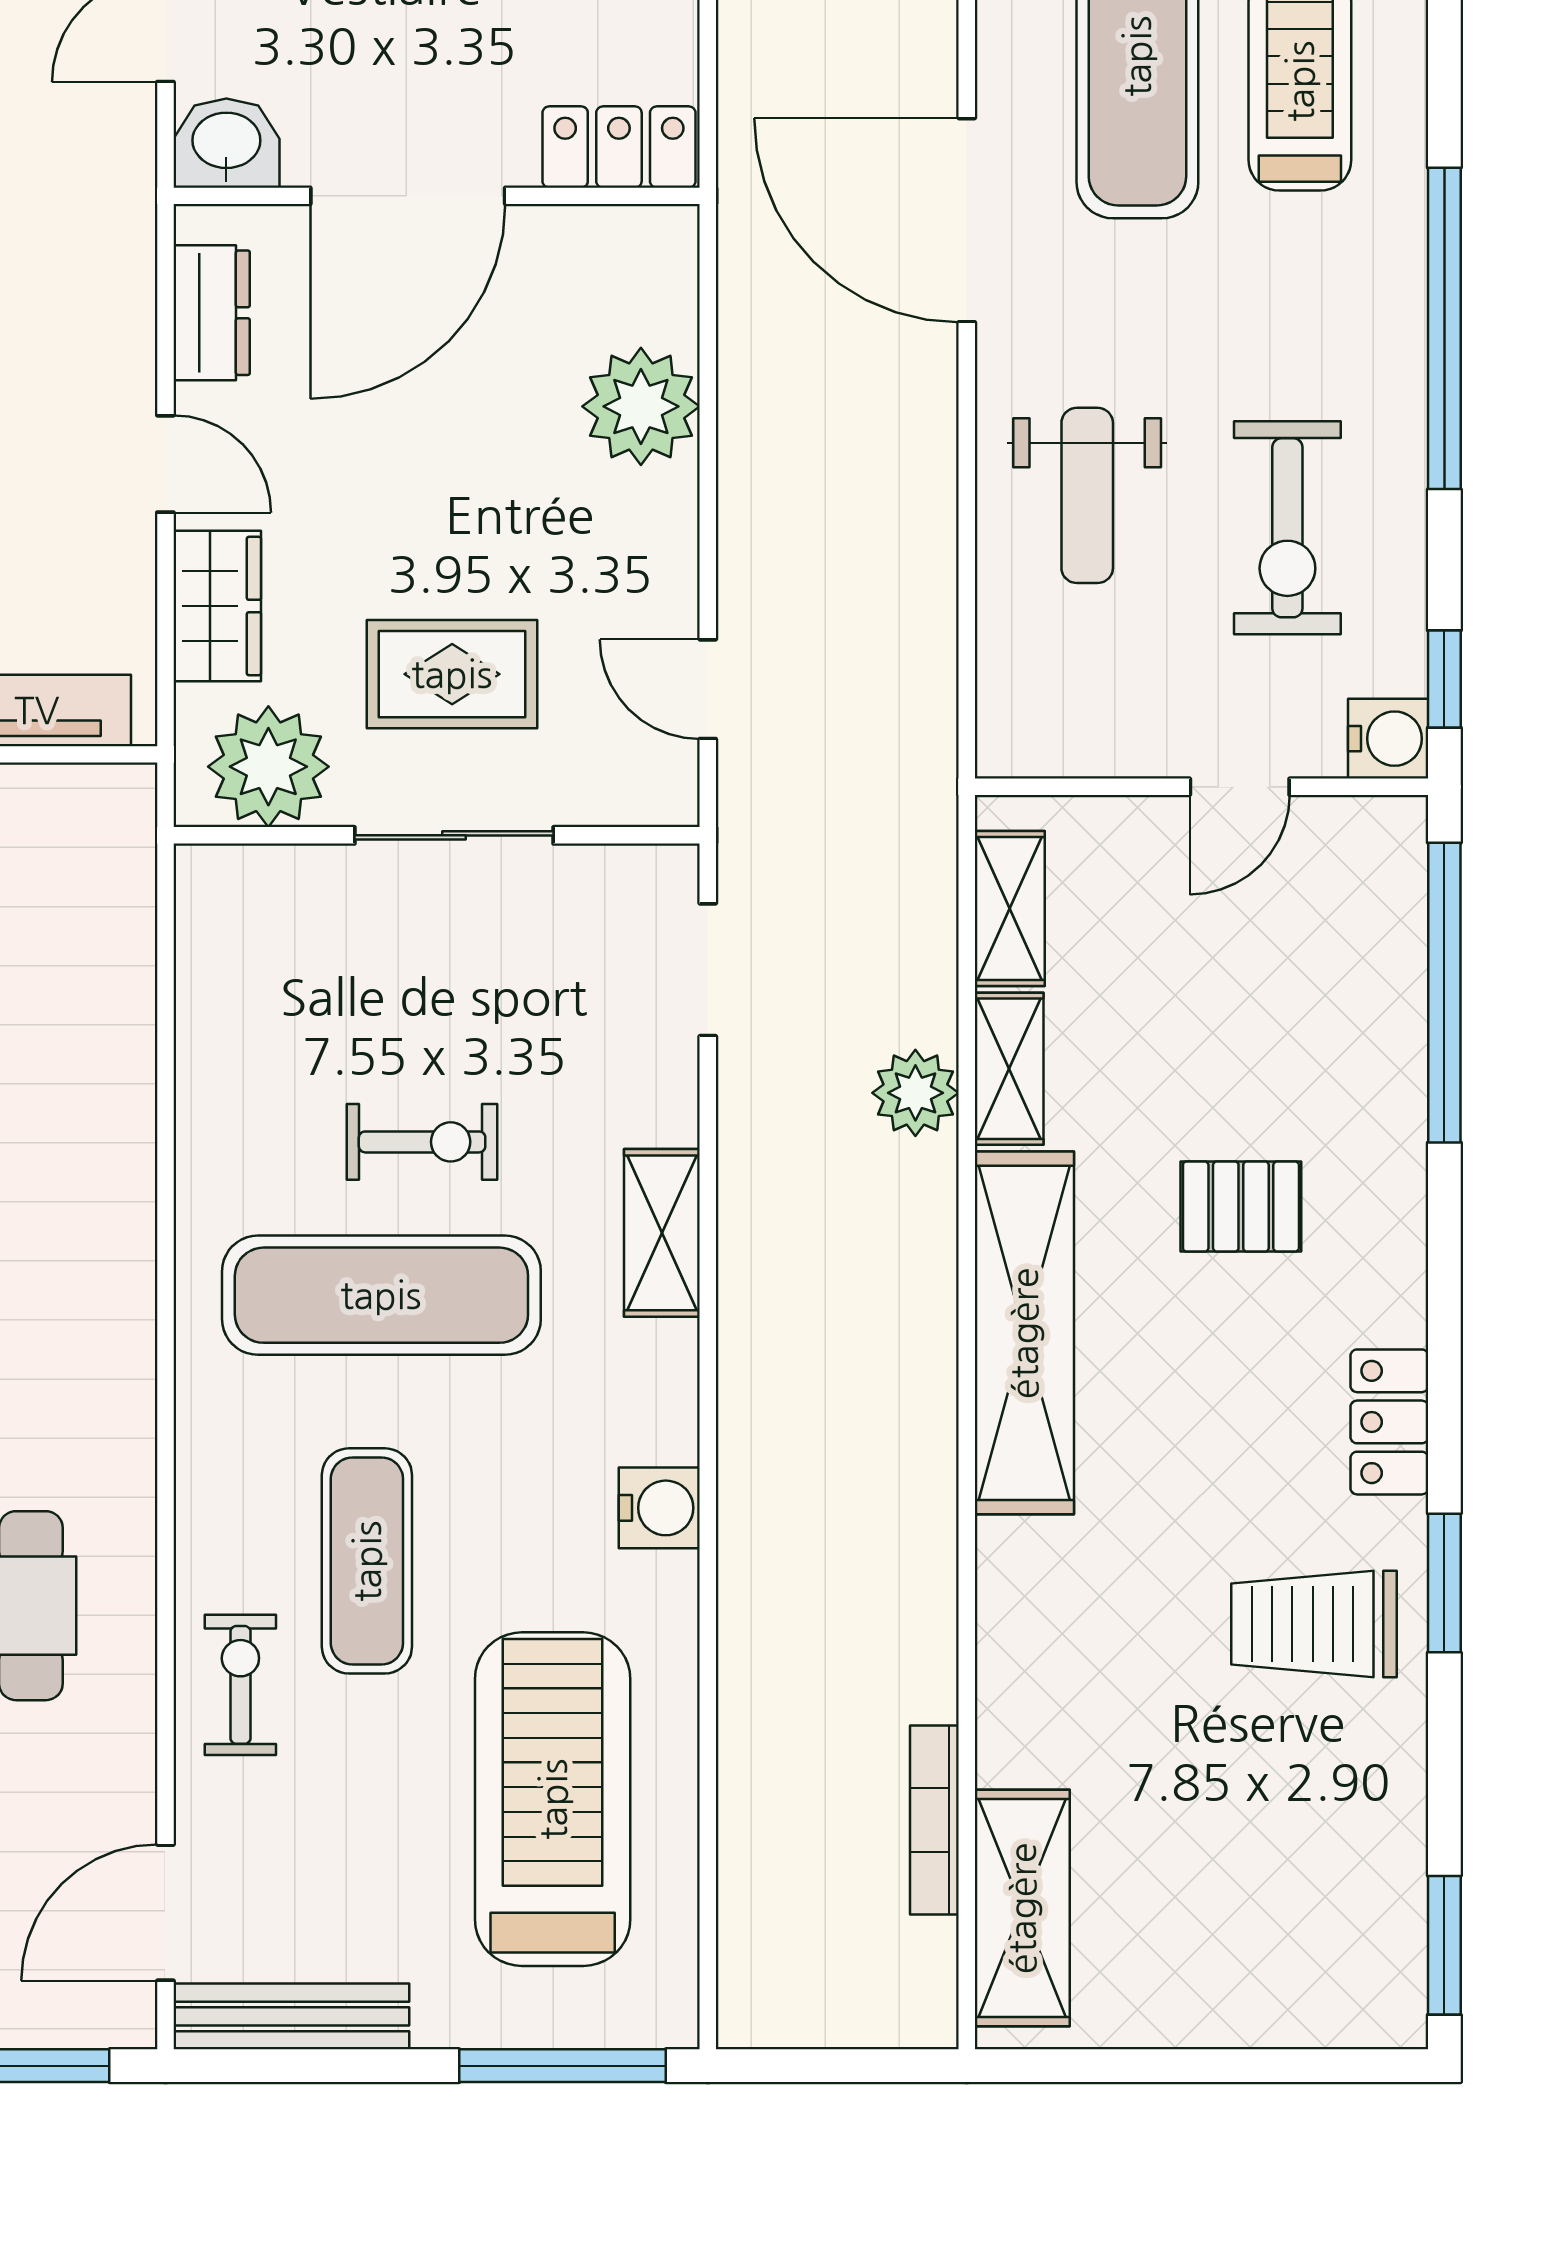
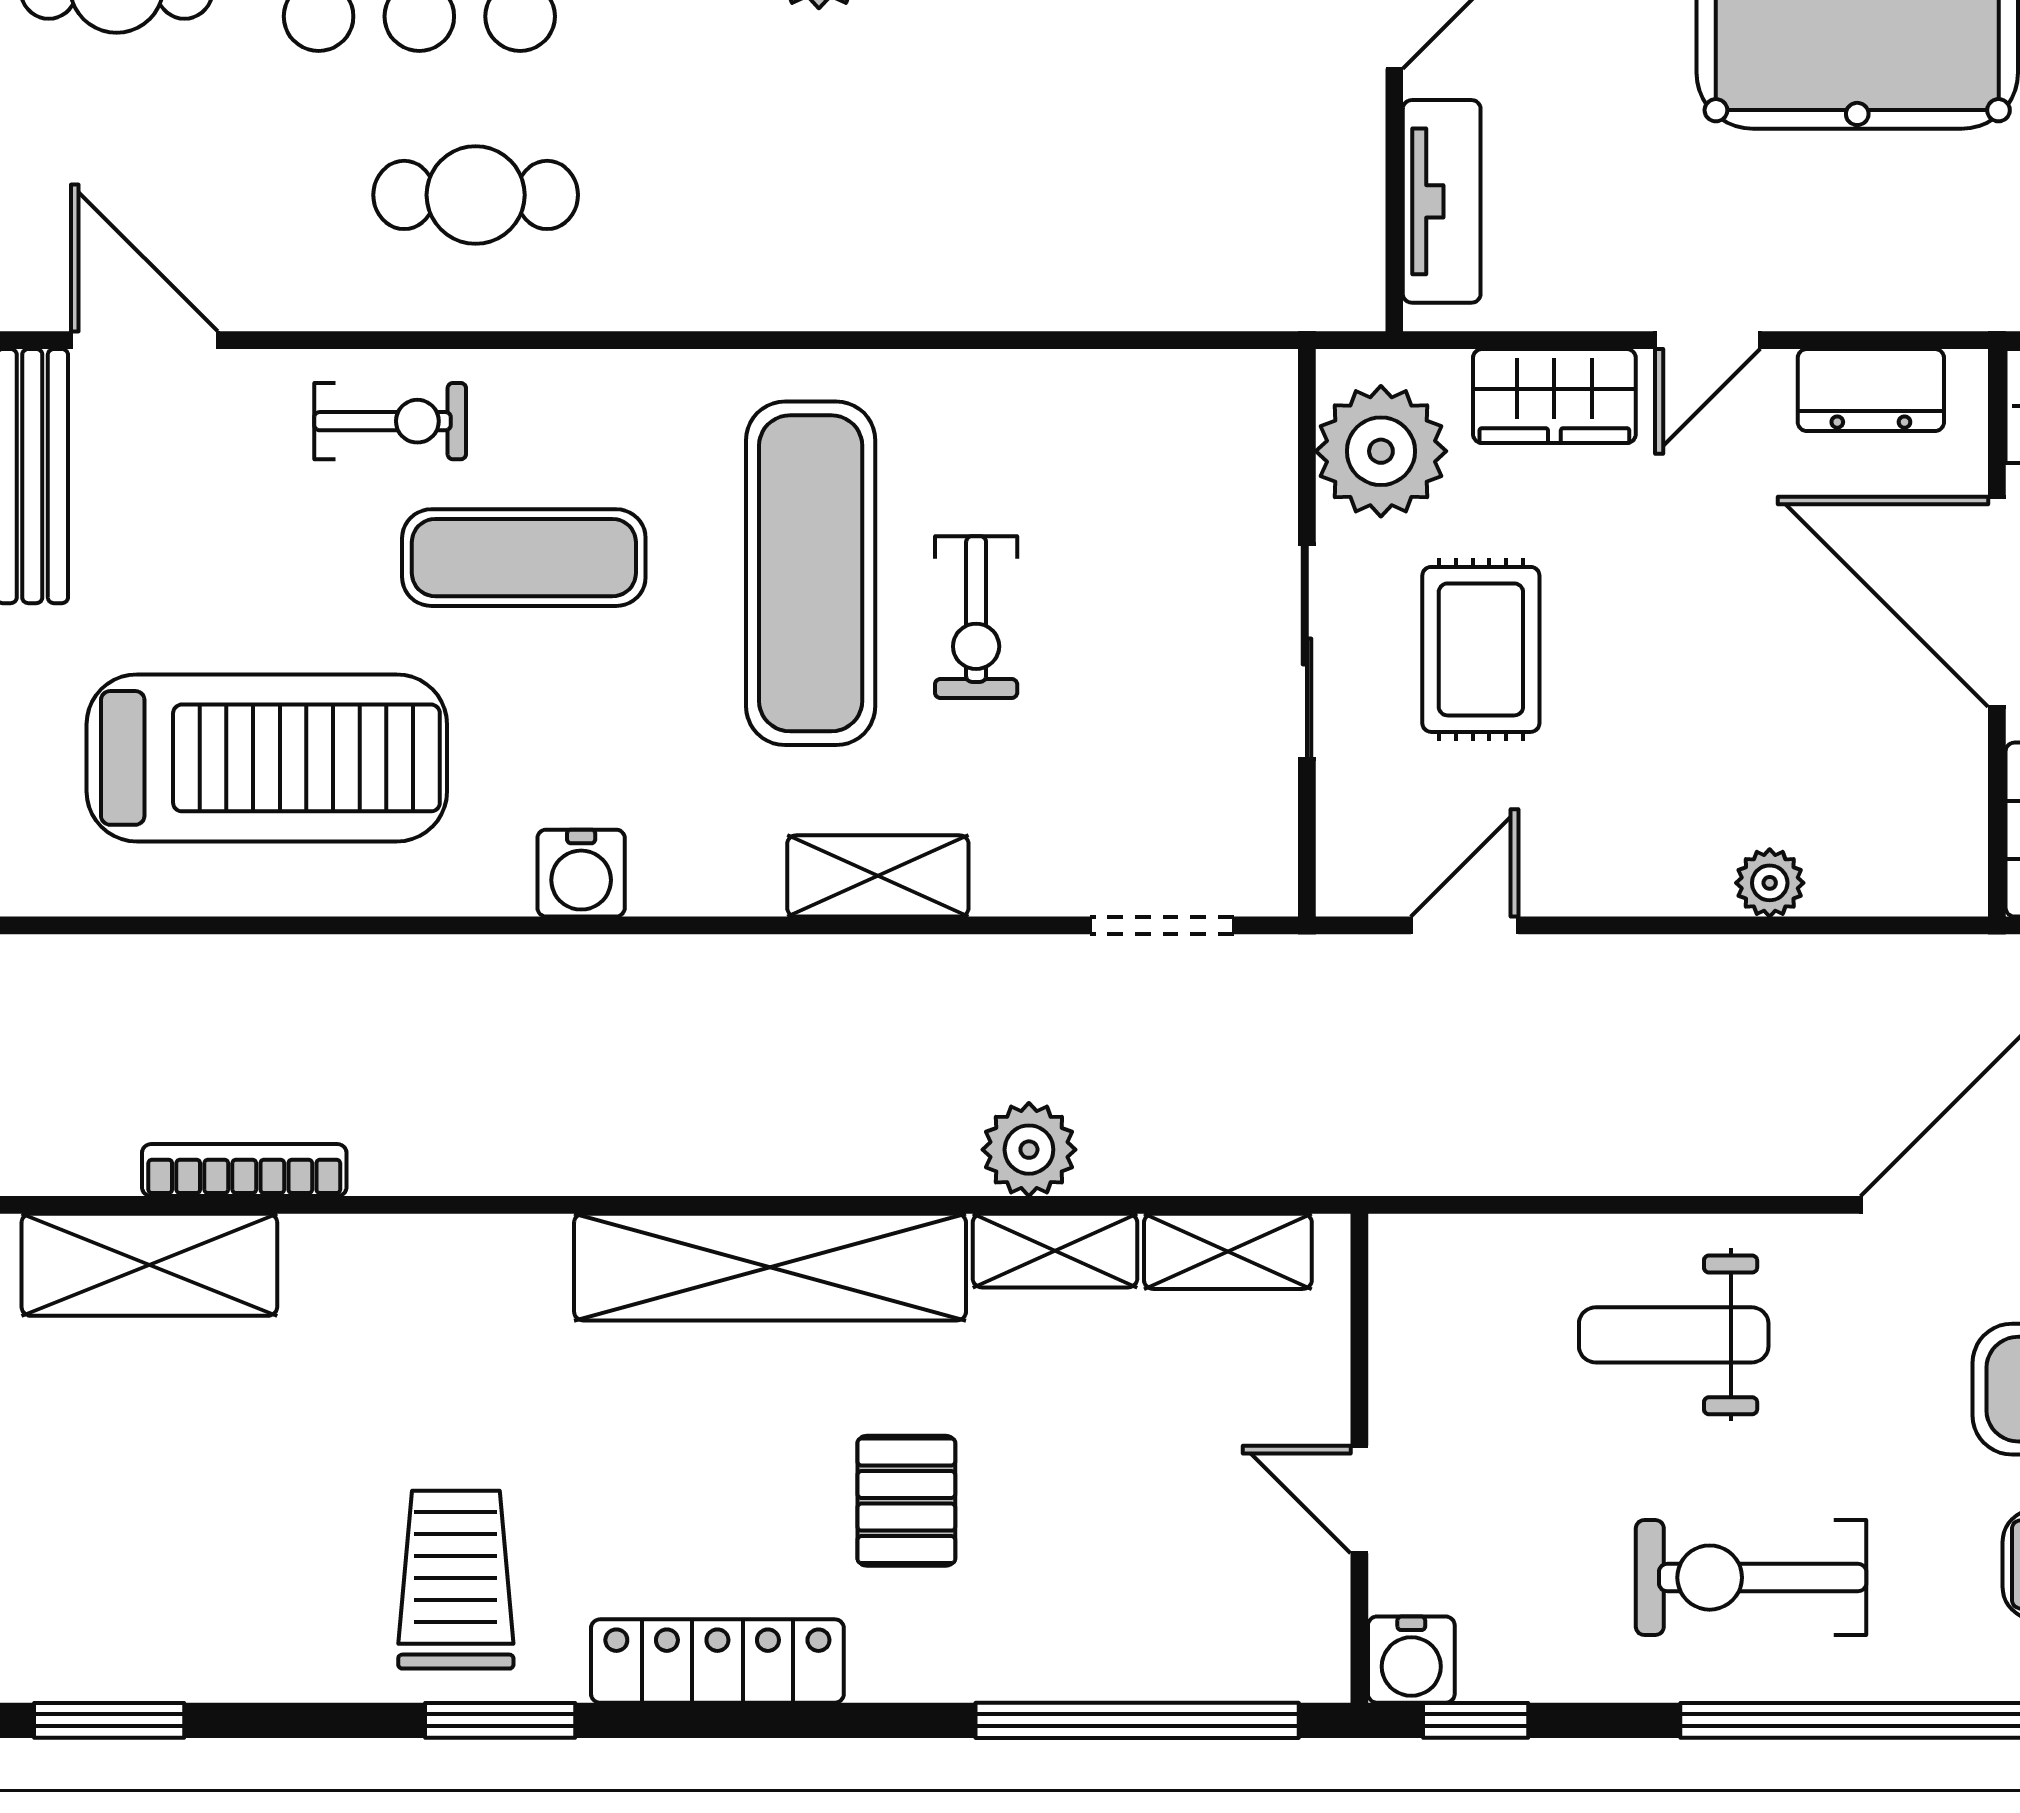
plant: (641, 406) -> (1770, 883), width x0.53, depth x0.53
exercise bike: (1287, 528) -> (1751, 1578), moved
locker: (1389, 1422) -> (717, 1661), width x1.53

